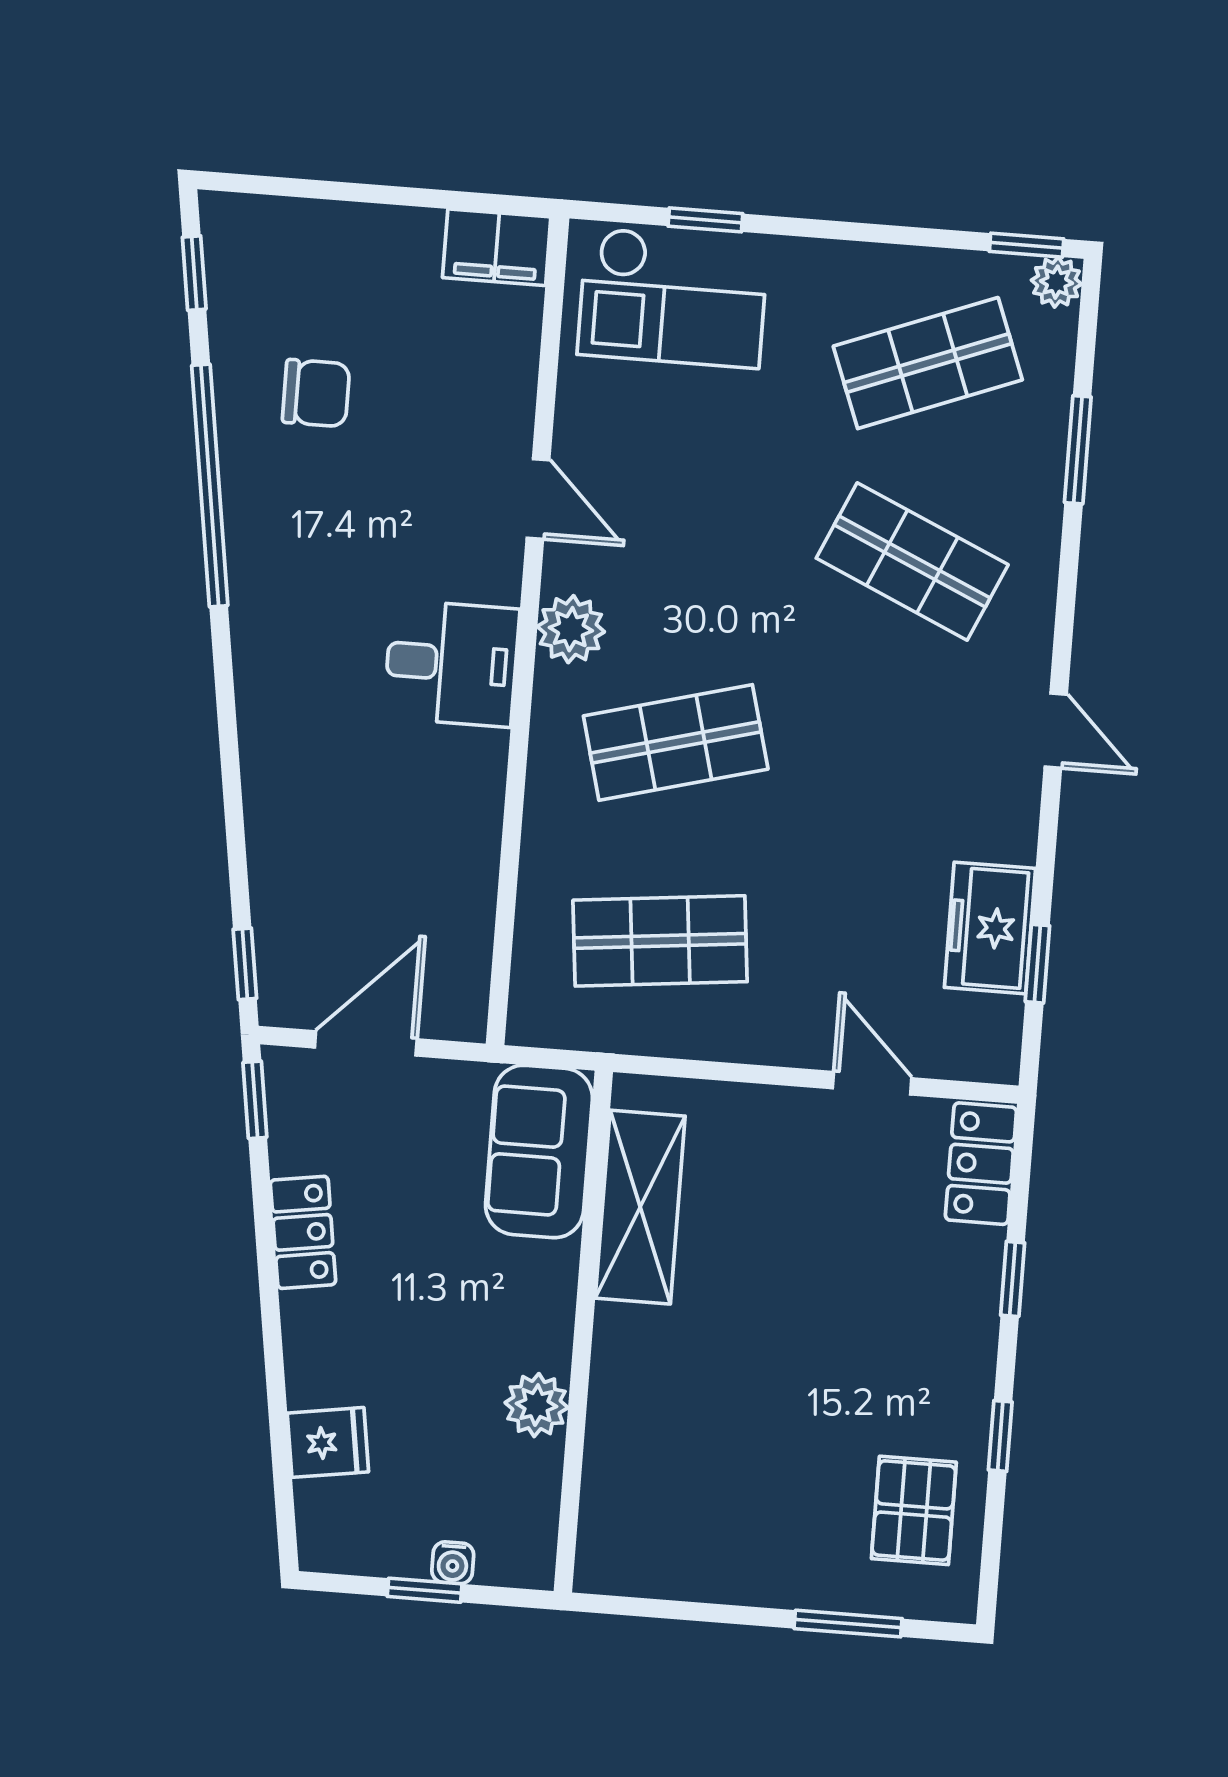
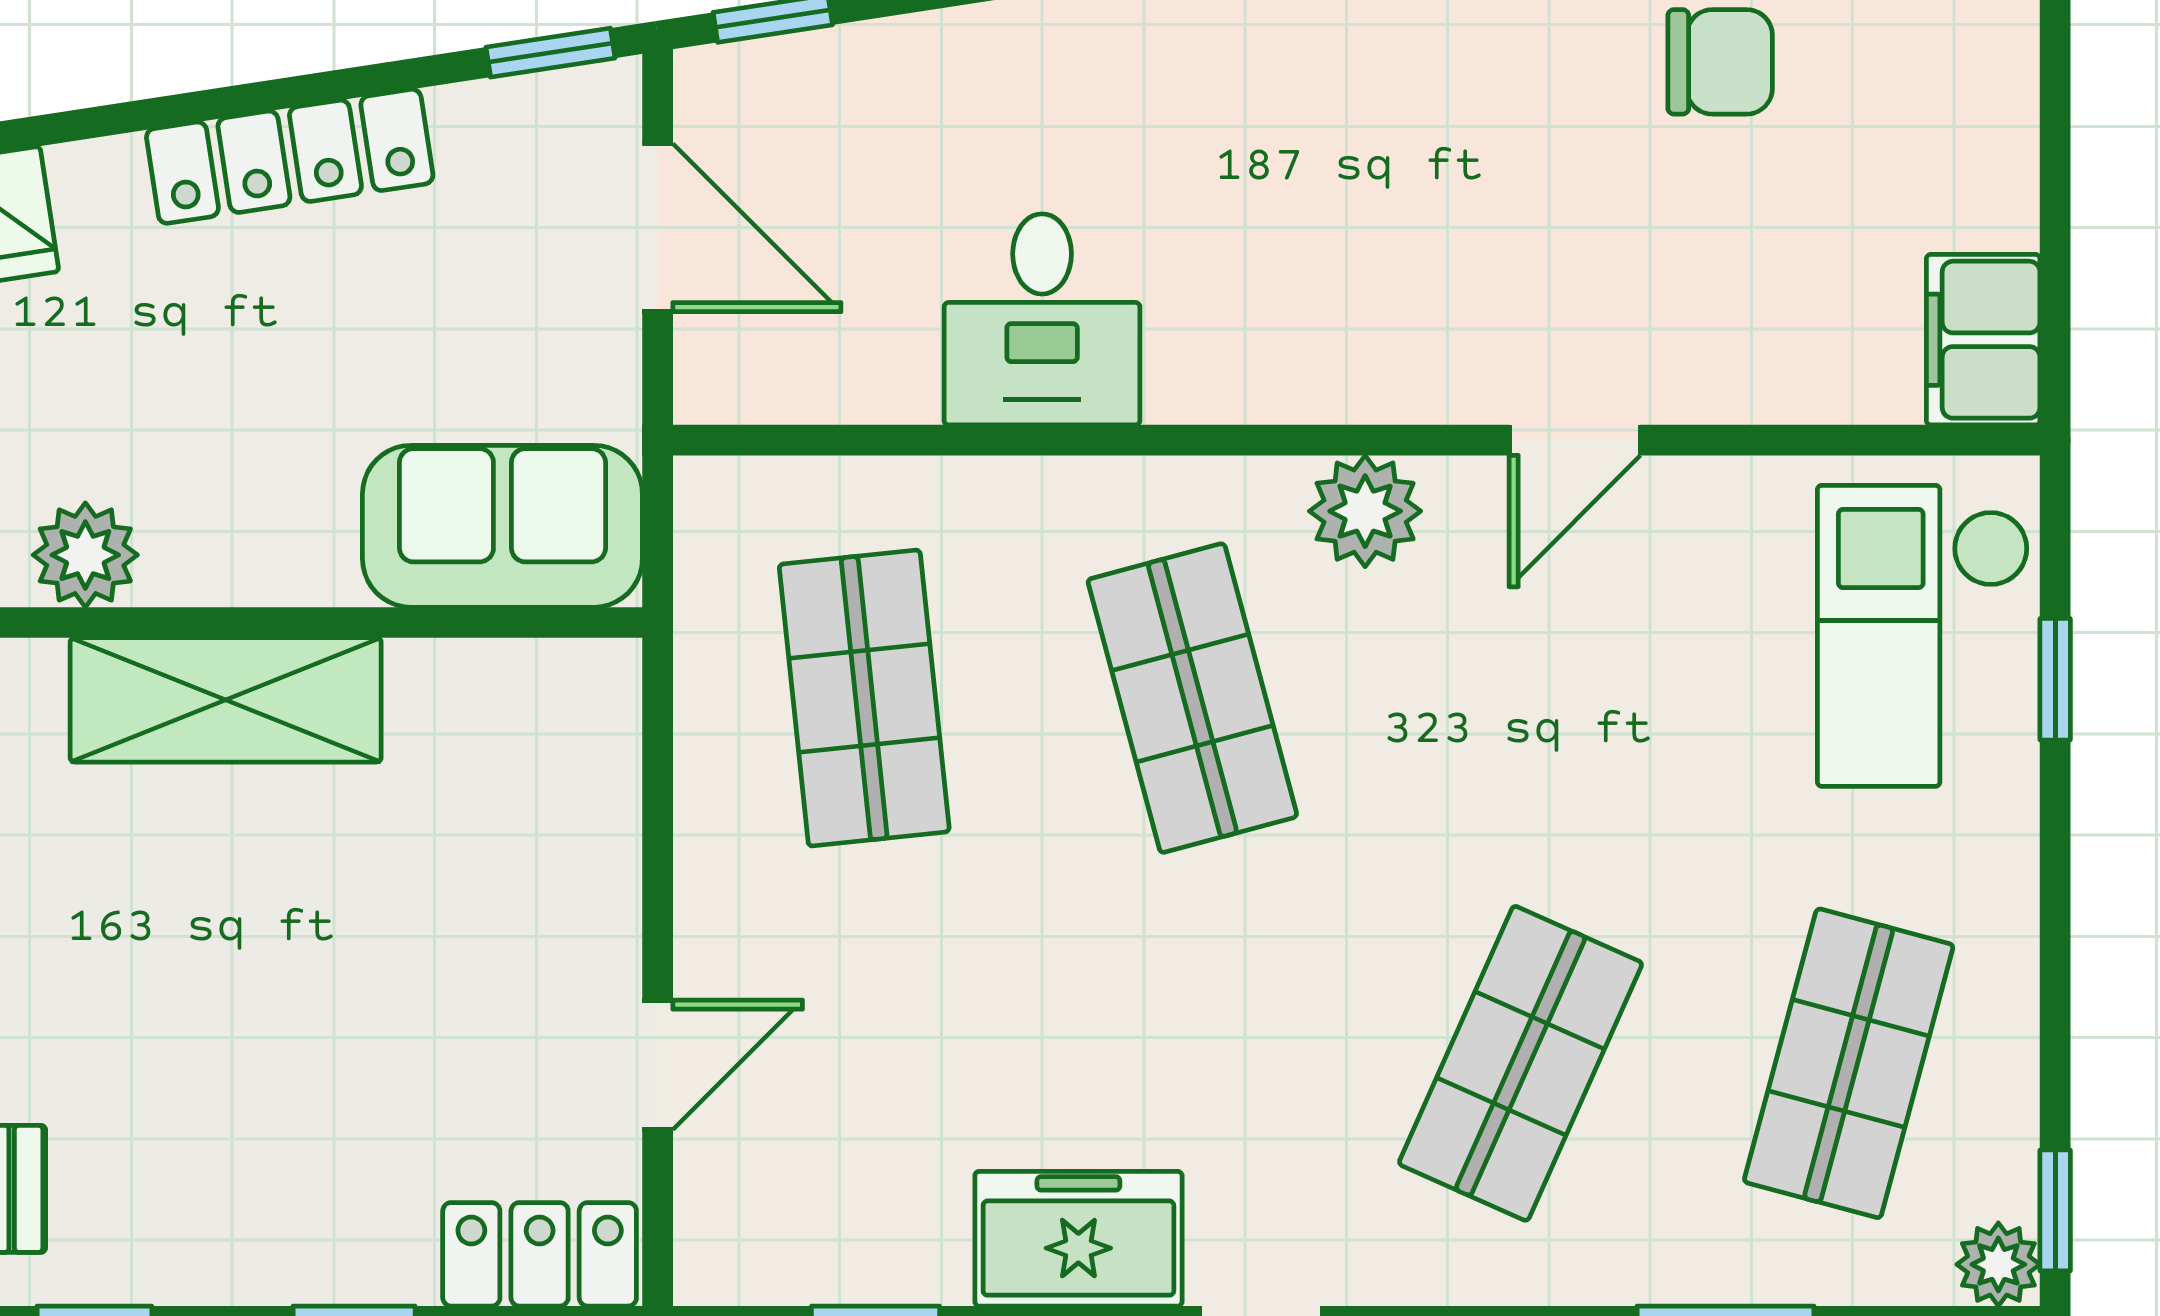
shop shelf: (928, 363) -> (1849, 1063), turned 36
chair: (316, 393) -> (1720, 62), turned -90
desk: (452, 663) -> (1042, 319), moved
freezer: (990, 928) -> (1078, 1239), moved
shelving: (640, 1207) -> (226, 700), moved
locker: (303, 1232) -> (290, 156), width x1.53

